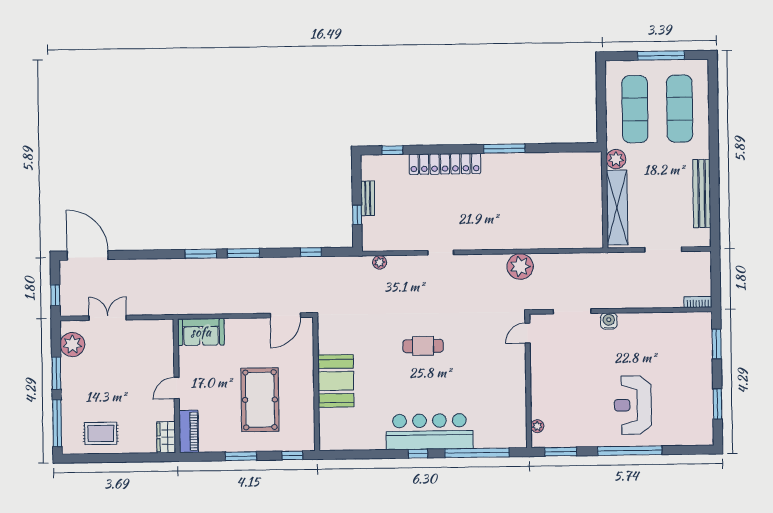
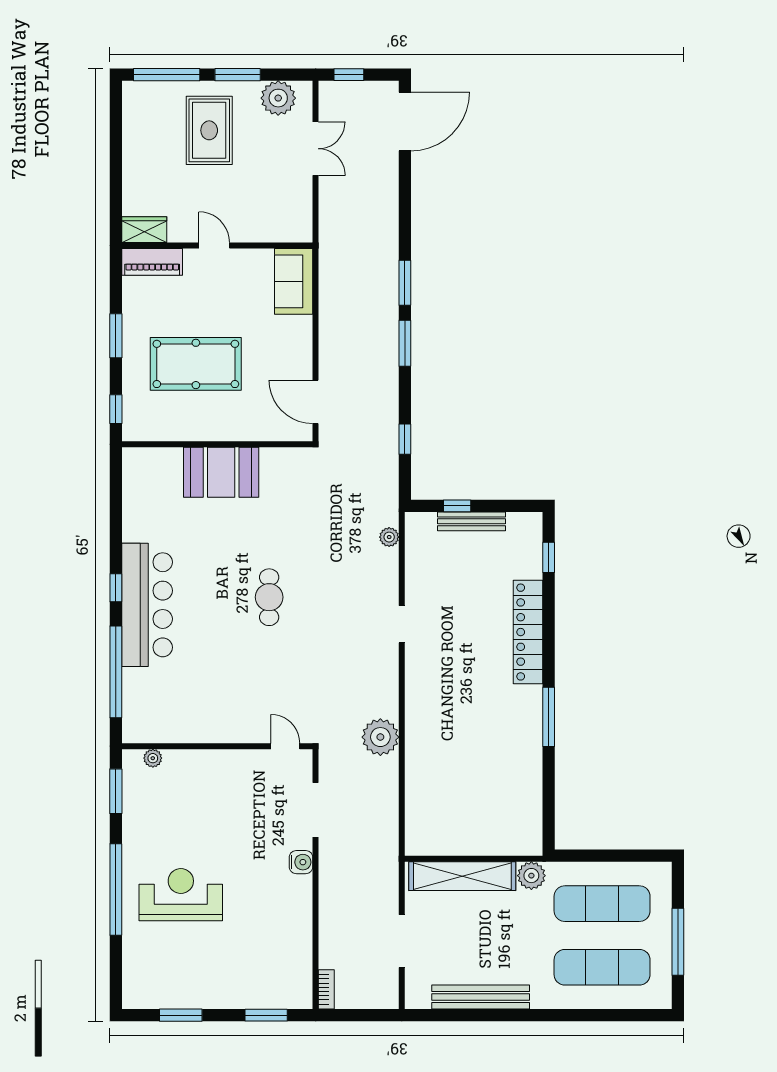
bench: (368, 198) -> (471, 521), width x1.36
rug: (101, 433) -> (209, 130), moved, width x1.36, depth x1.43

